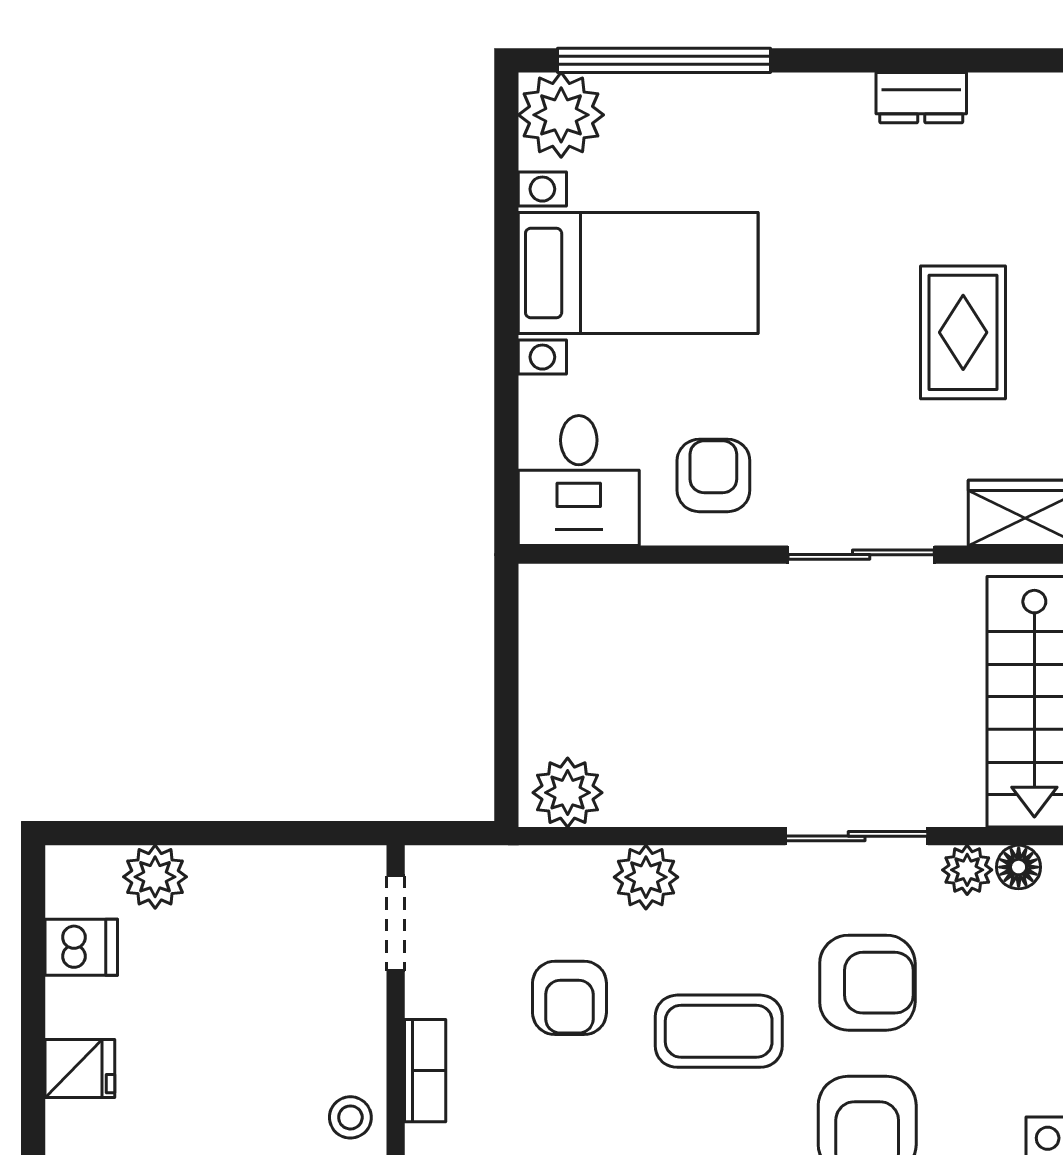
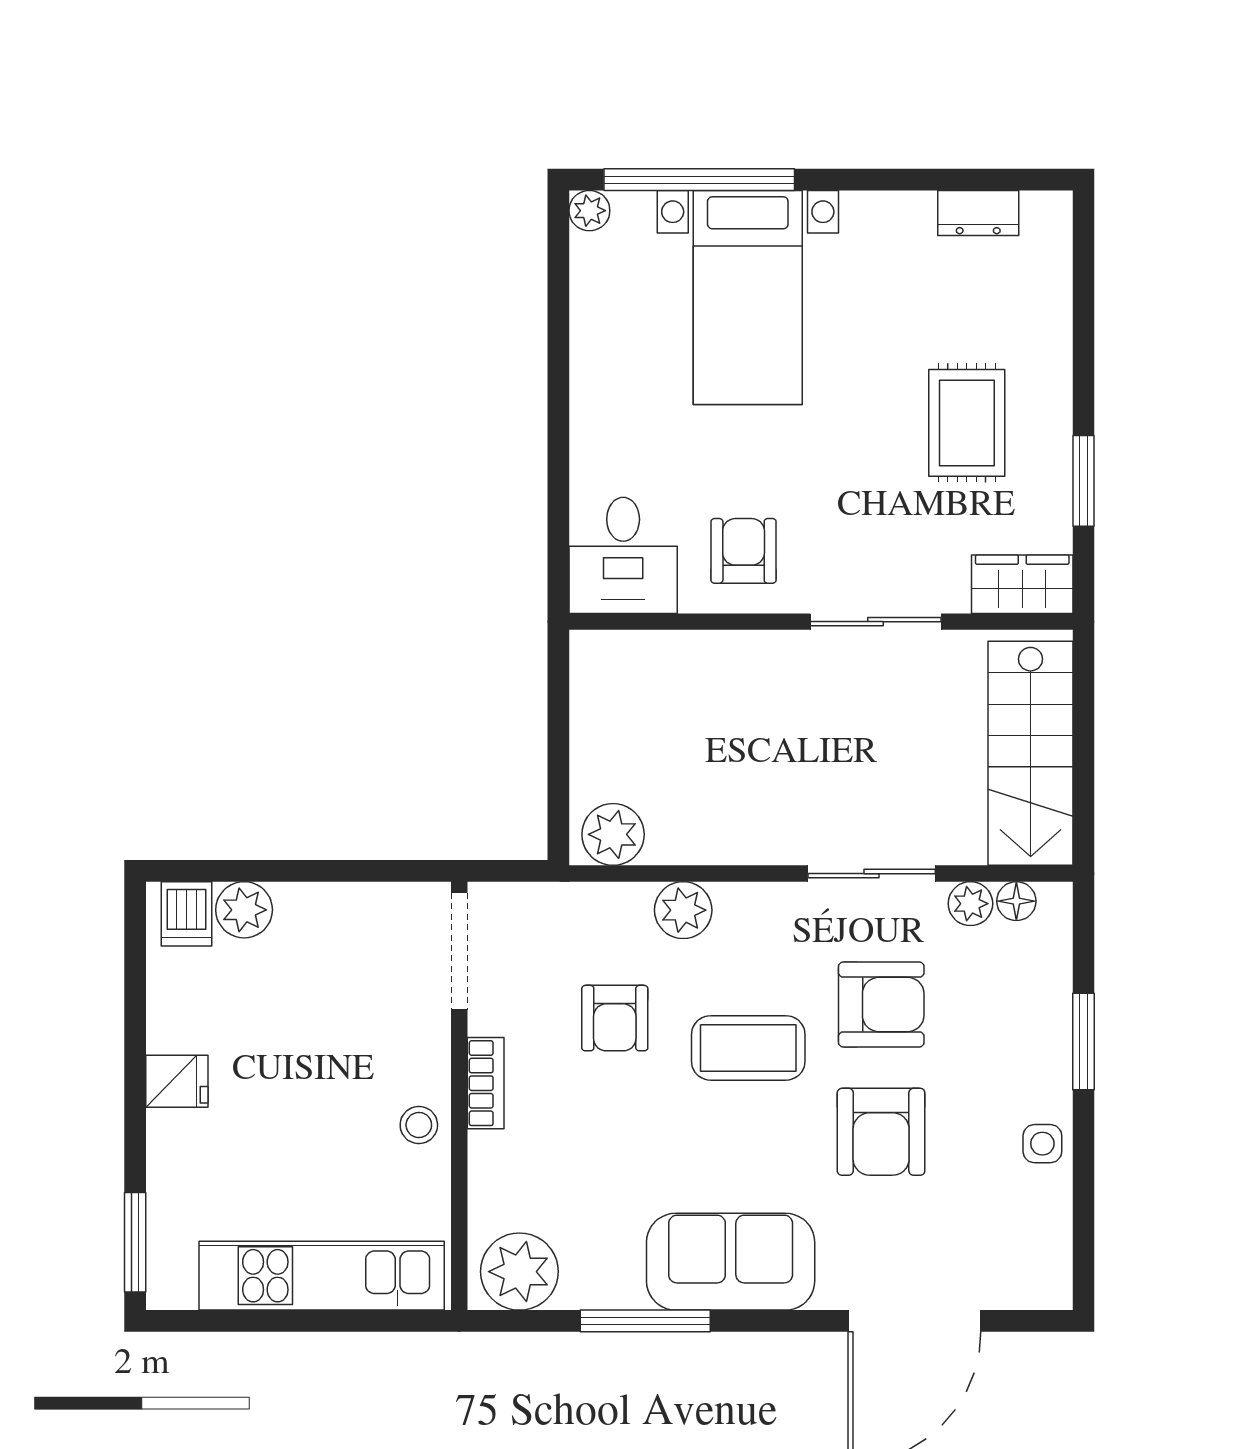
dresser: (921, 98) -> (978, 213), moved
plant: (561, 115) -> (589, 211), width x0.53, depth x0.53
bed with nightstands: (638, 273) -> (748, 297), moved, turned 90
doorway: (396, 923) -> (459, 951), width x1.38
dishwasher: (81, 947) -> (186, 914), moved, turned 90

